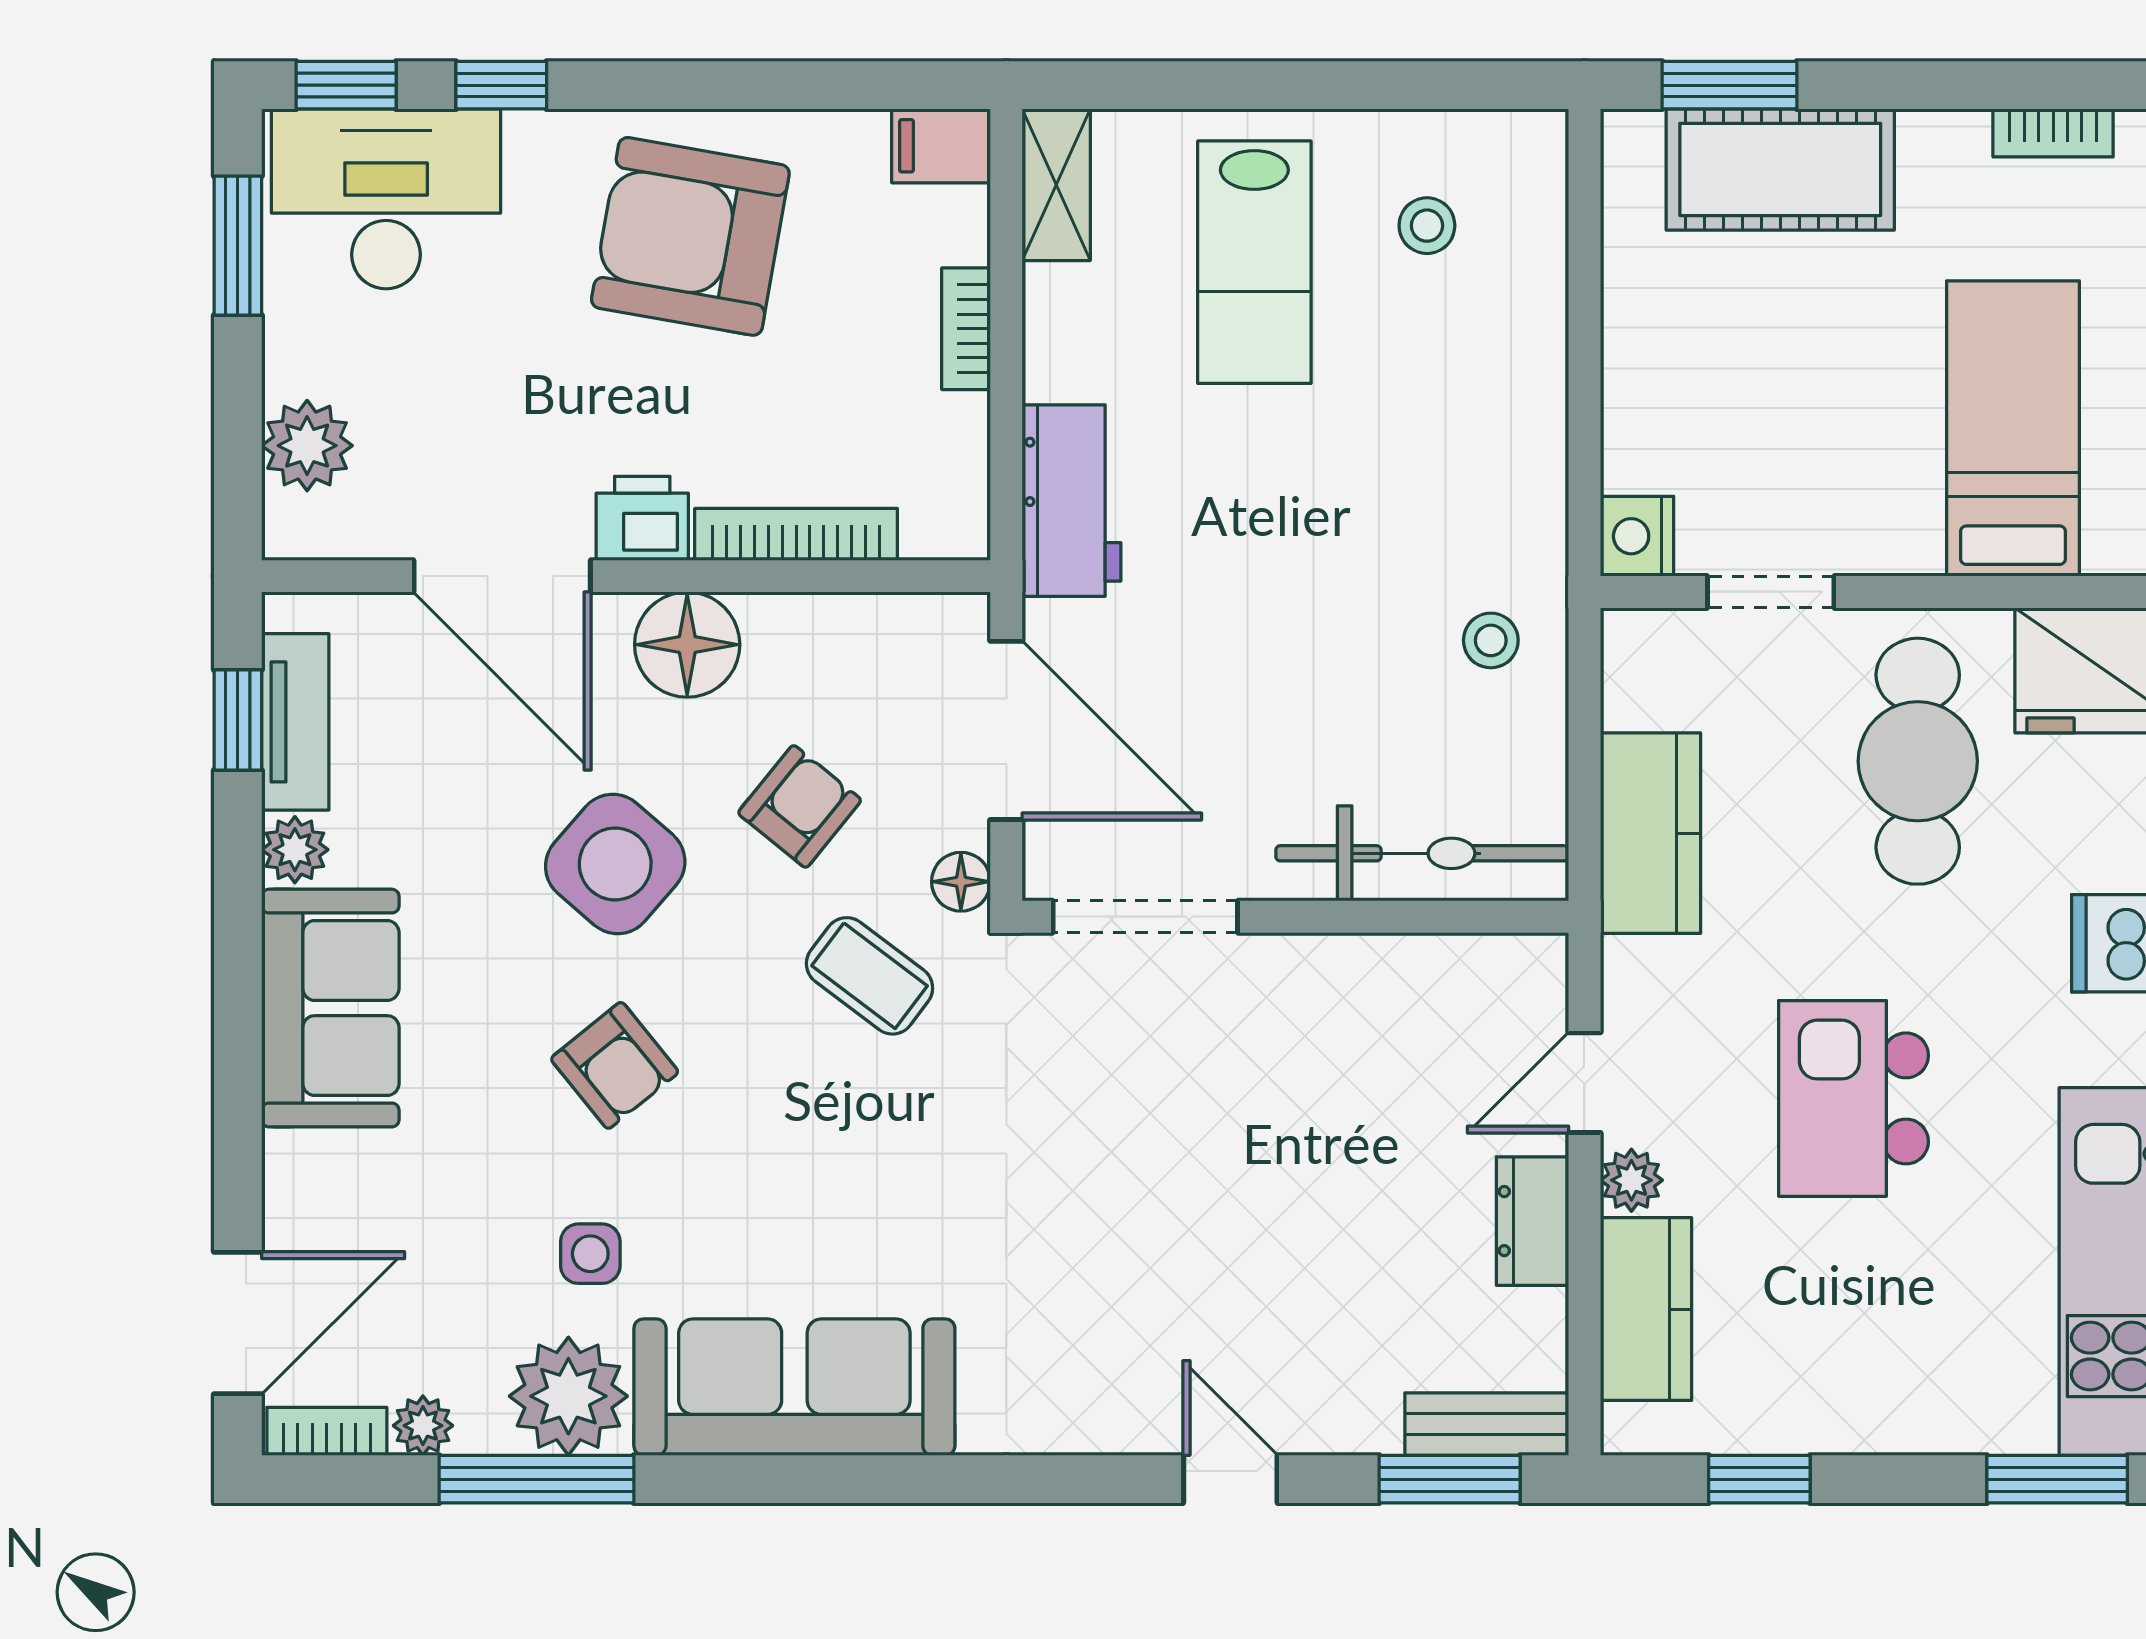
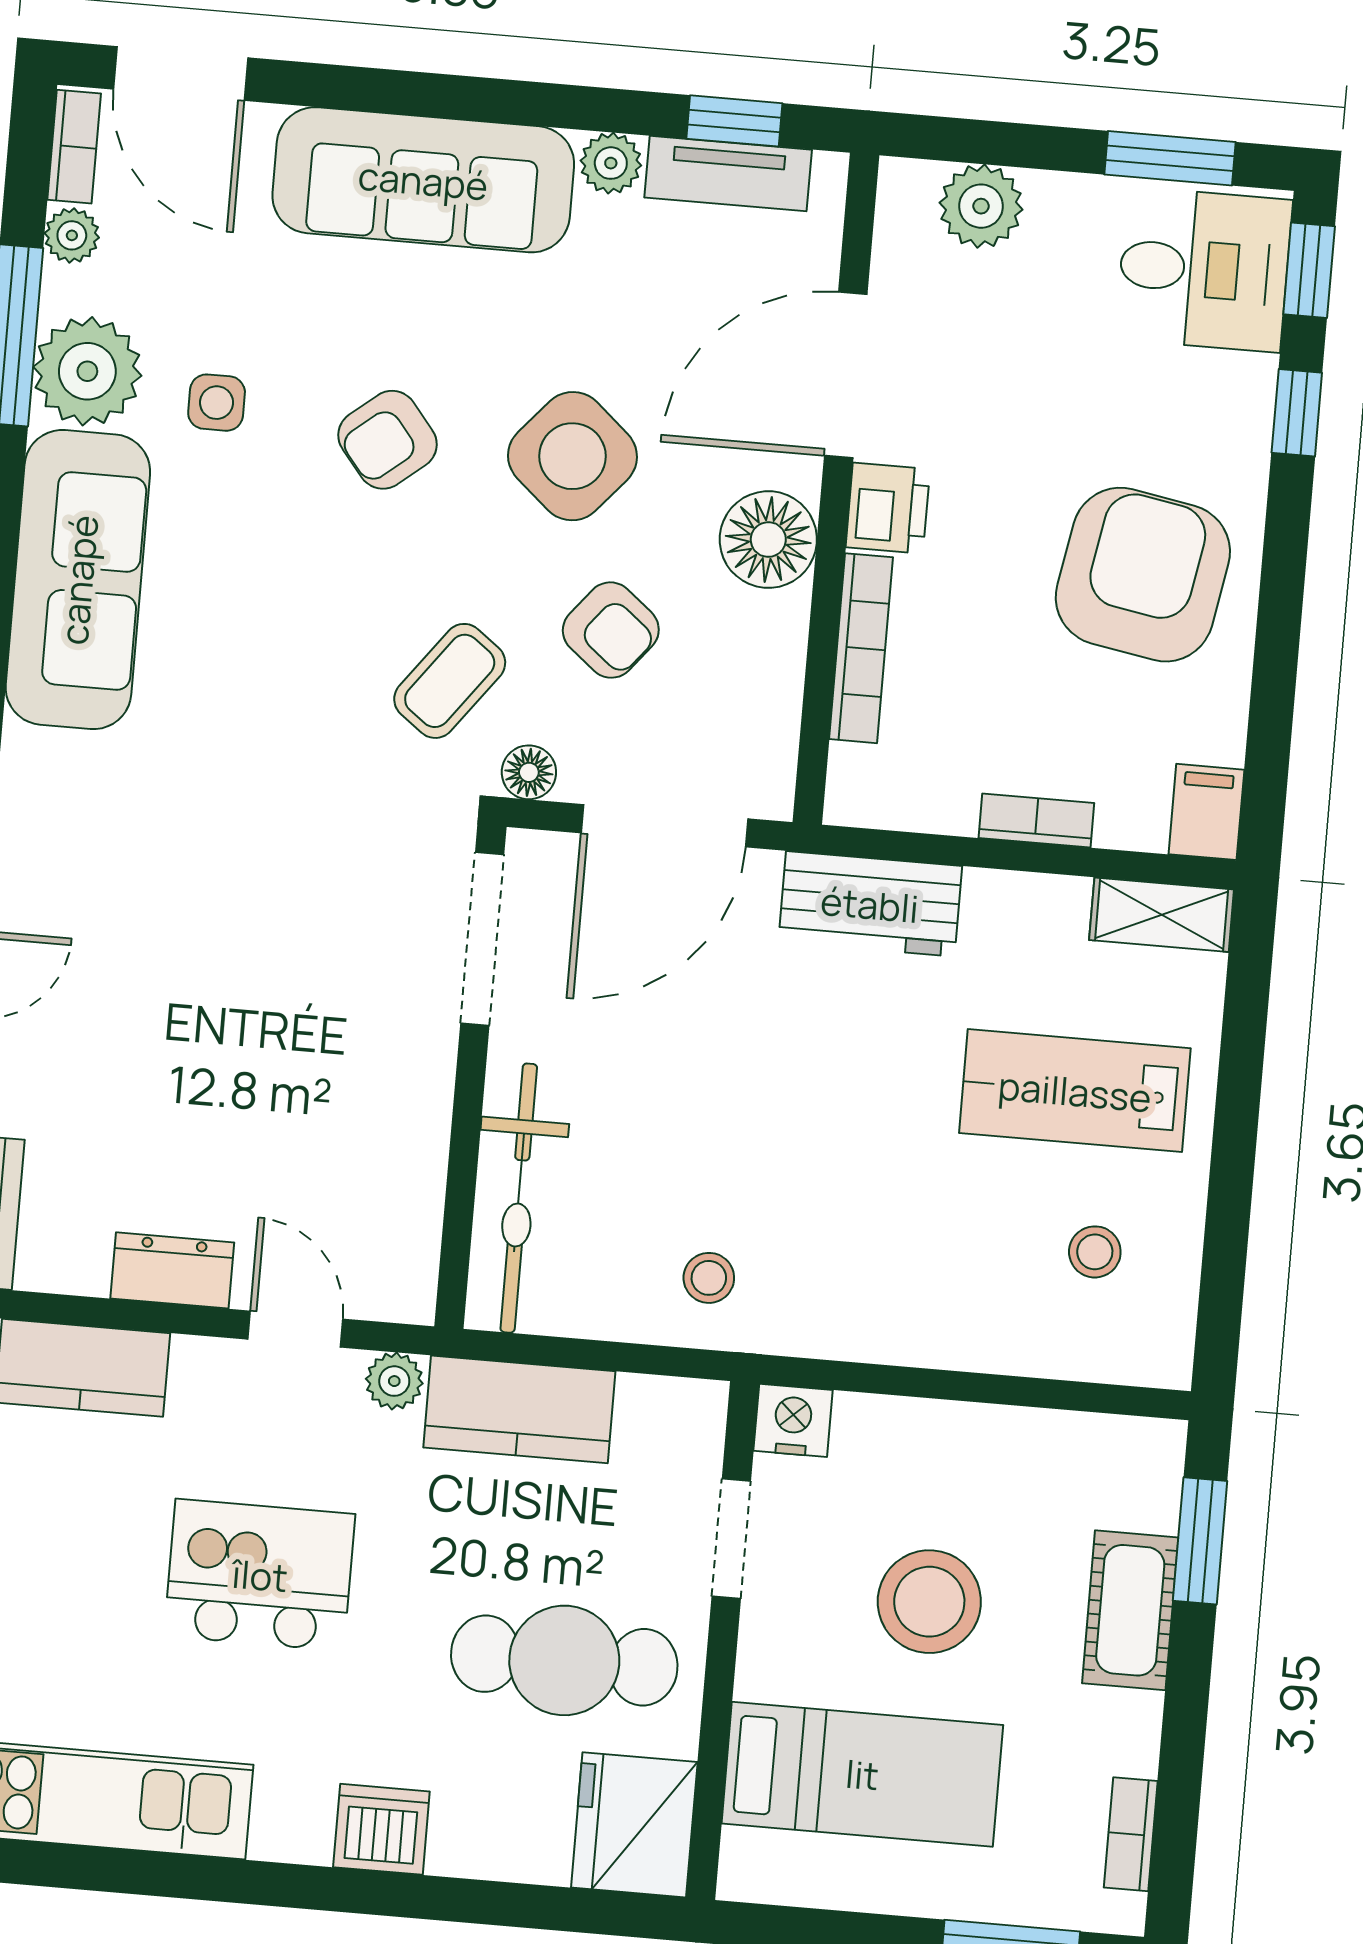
cot: (1780, 169) -> (1130, 1610), width x0.73, depth x0.75
desk: (386, 199) -> (1204, 269), width x0.73
stool: (1820, 372) -> (929, 1602), added
sofa: (330, 1008) -> (423, 180), width x1.36
plant: (1631, 1180) -> (394, 1381), moved

